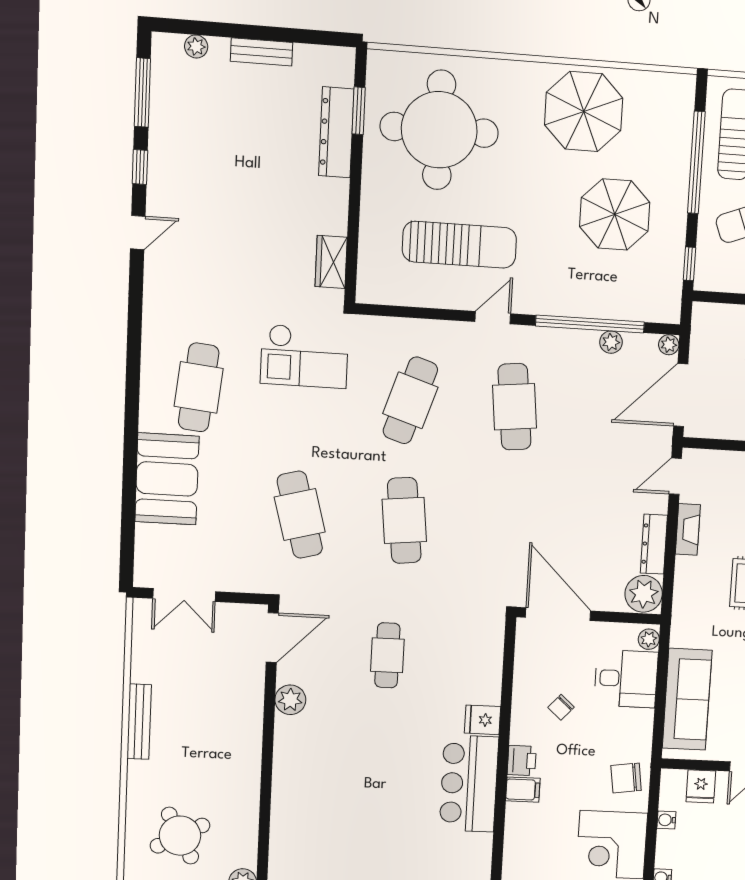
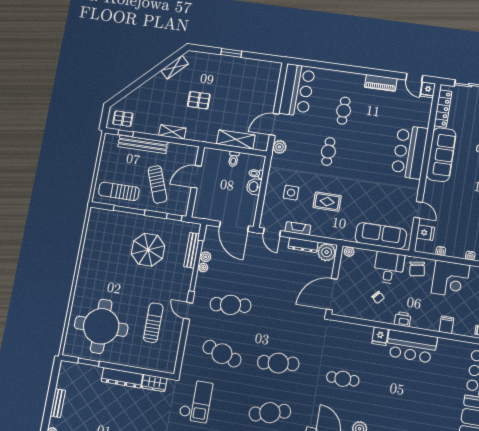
parasol: (584, 112) -> (101, 260), removed
dresser: (336, 132) -> (122, 378), moved
window: (696, 162) -> (129, 210), width x0.68
sun lounger: (459, 245) -> (153, 323), width x0.73, depth x0.75
bench: (622, 310) -> (192, 250), added
plant: (669, 345) -> (203, 268), moved
desk: (626, 679) -> (389, 268), moved
filing cabinet: (523, 790) -> (447, 325), moved

